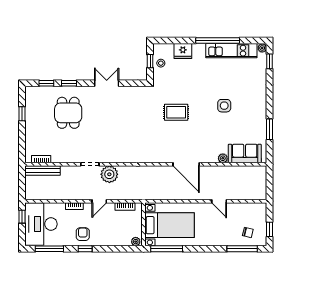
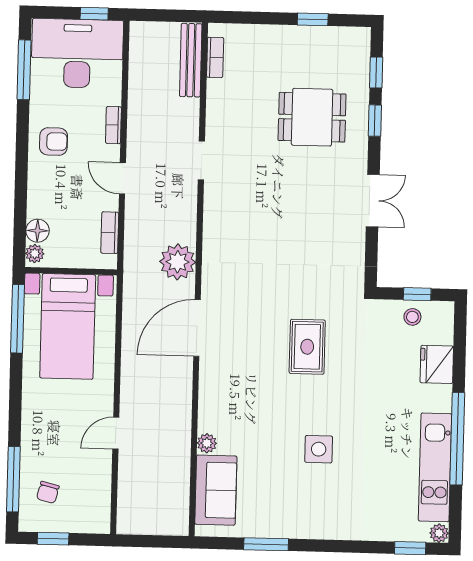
door: (186, 164) -> (197, 328), moved
plant: (109, 174) -> (178, 262), moved
floor lamp: (125, 241) -> (38, 231), added
window: (85, 249) -> (22, 146), removed

